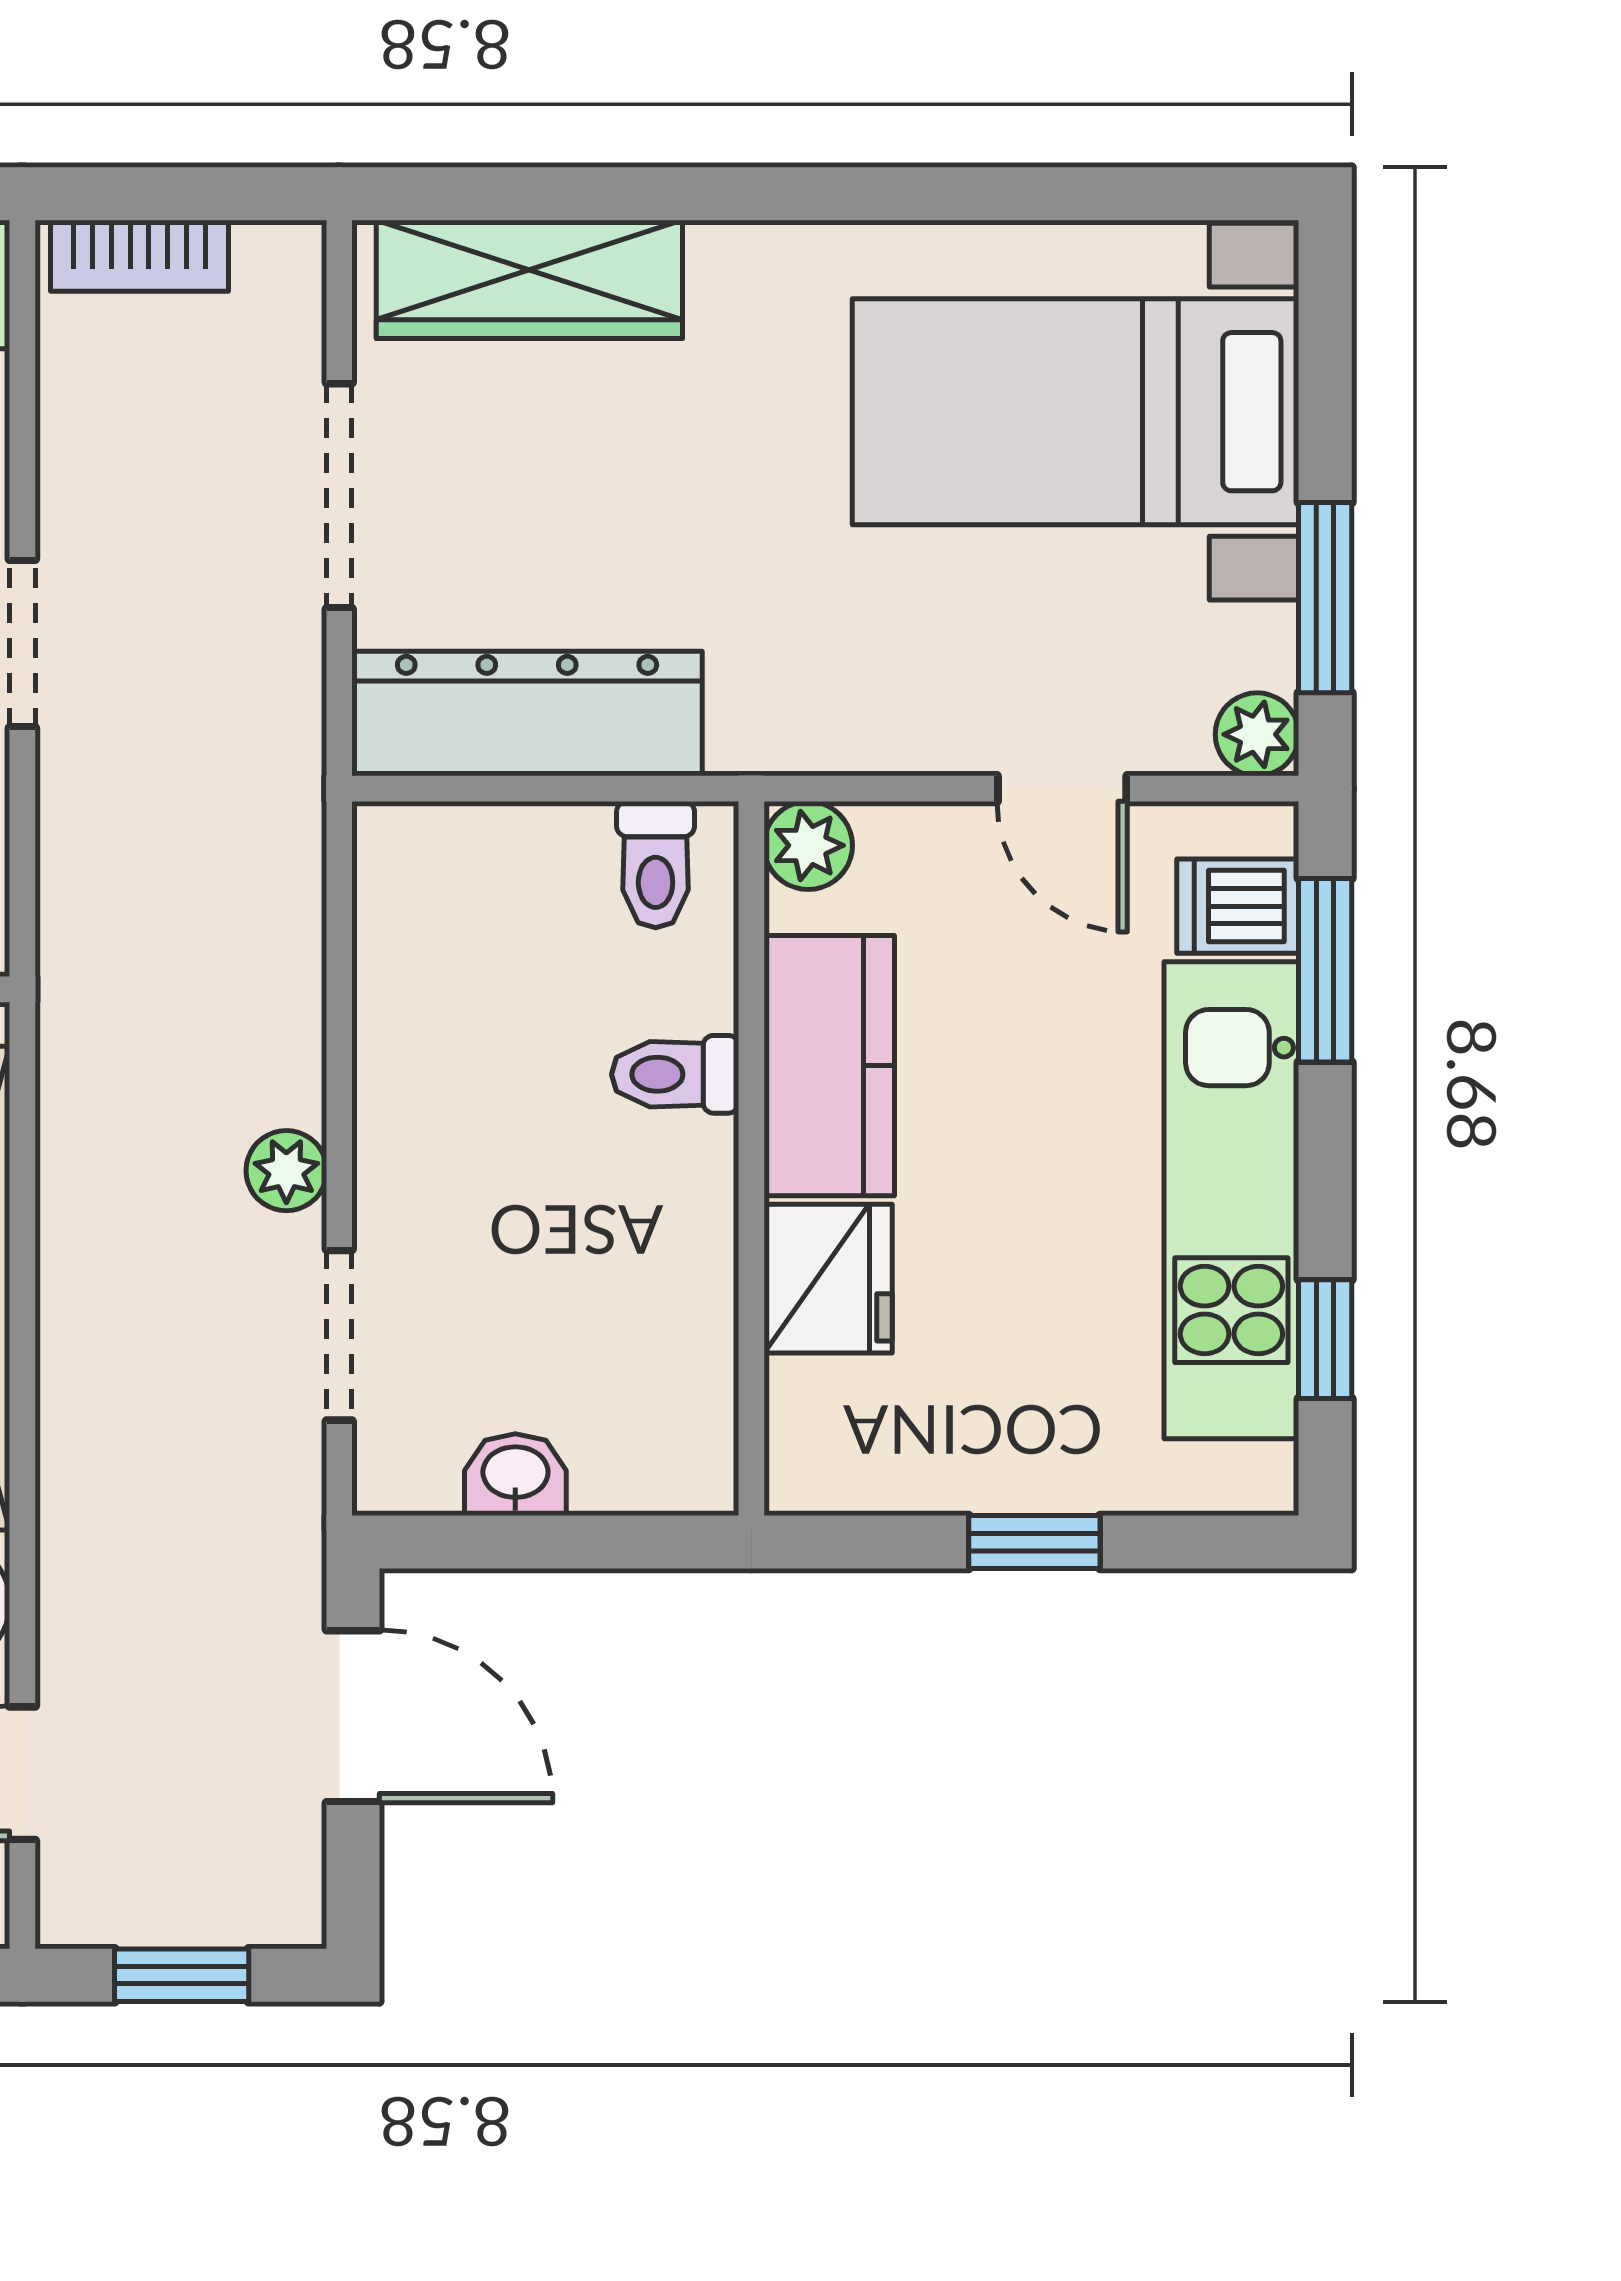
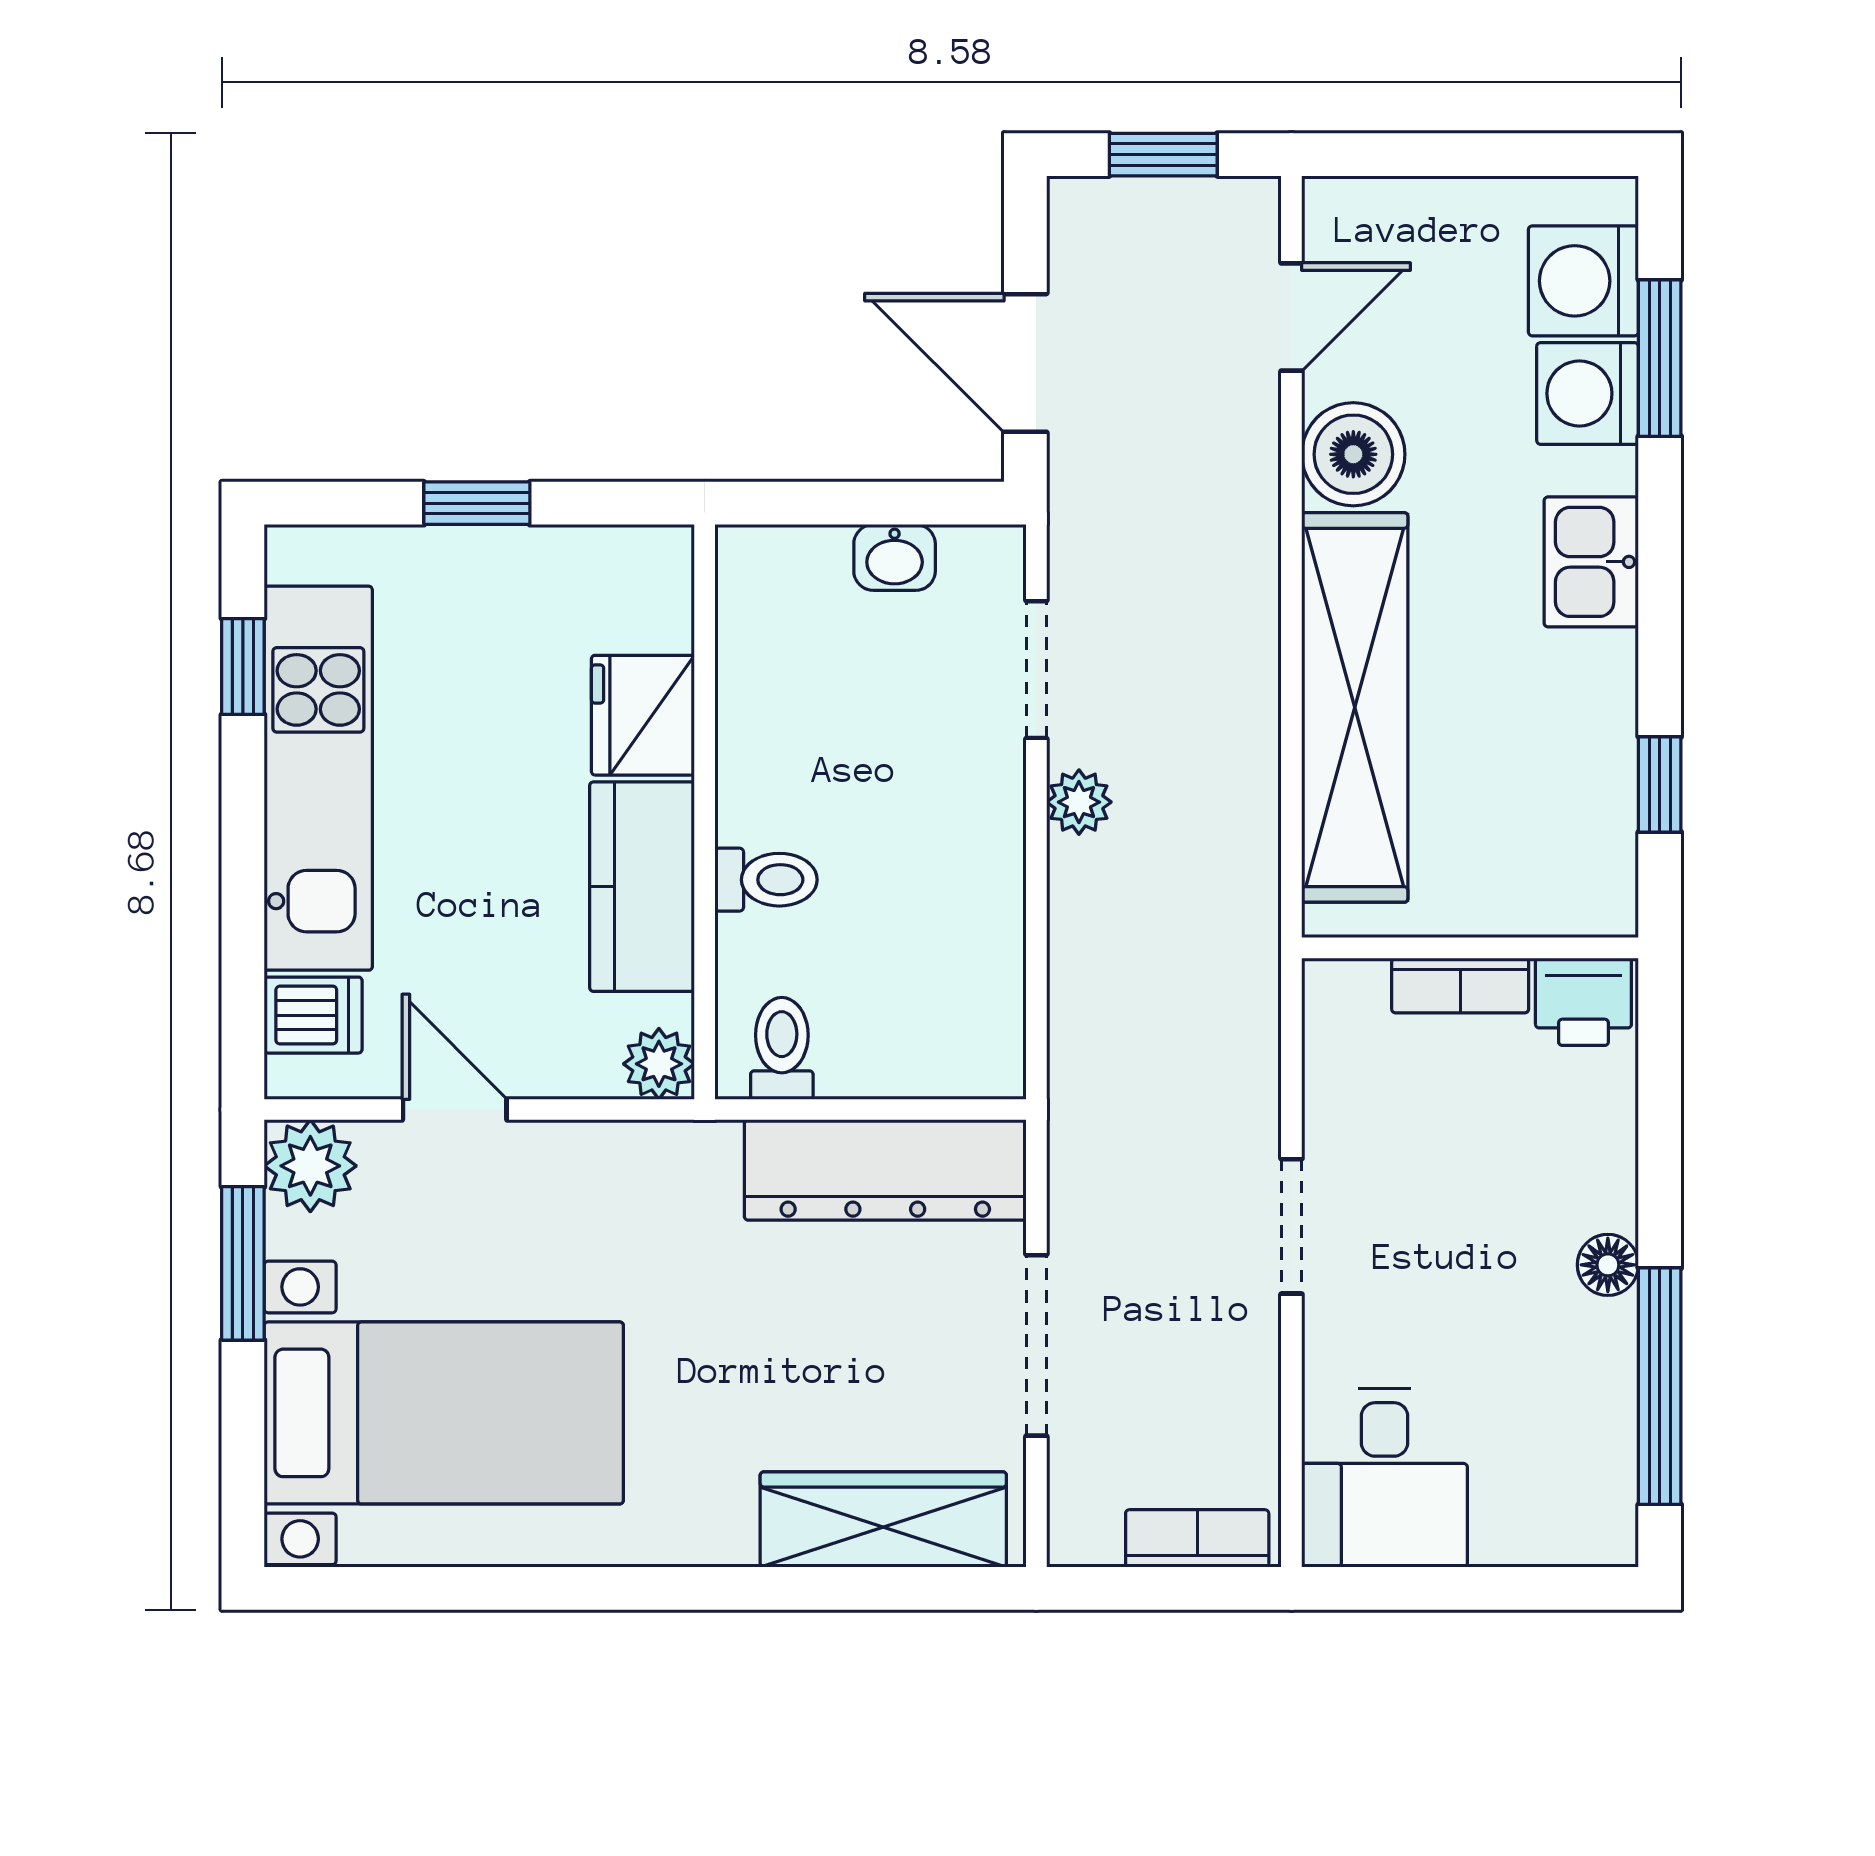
plant: (1257, 734) -> (310, 1166), width x1.38, depth x1.38
window: (1325, 970) -> (243, 963), removed

